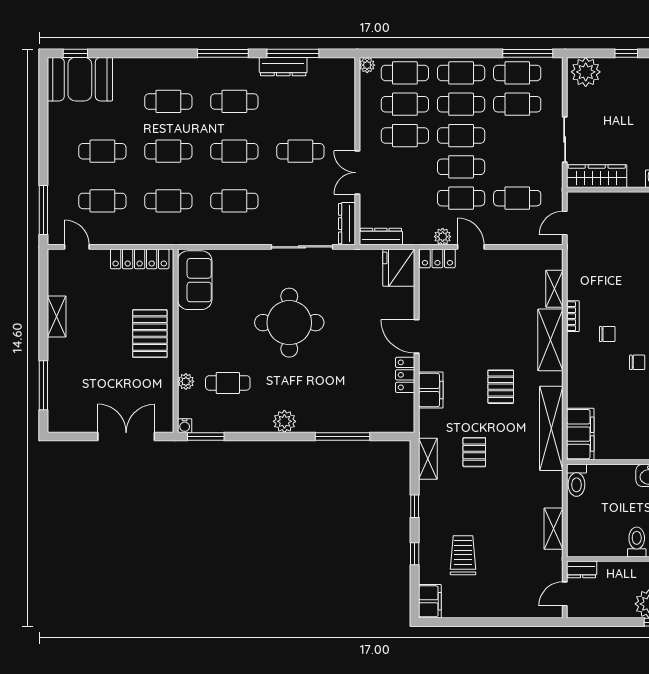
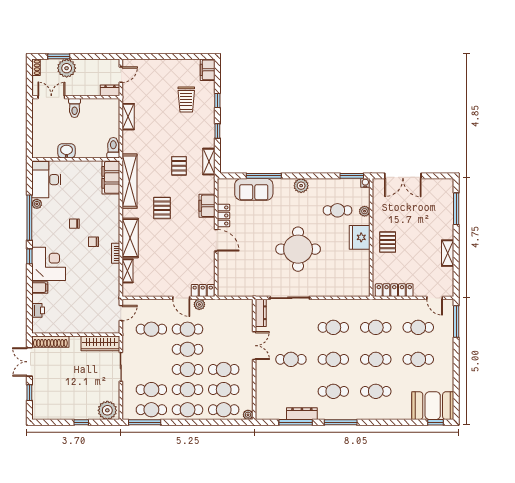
dresser: (381, 237) -> (239, 304), removed
fridge: (399, 268) -> (360, 237), moved, turned 180
sofa: (195, 280) -> (254, 189), moved, turned -90
pallet: (150, 334) -> (388, 242), width x0.67, depth x0.71

